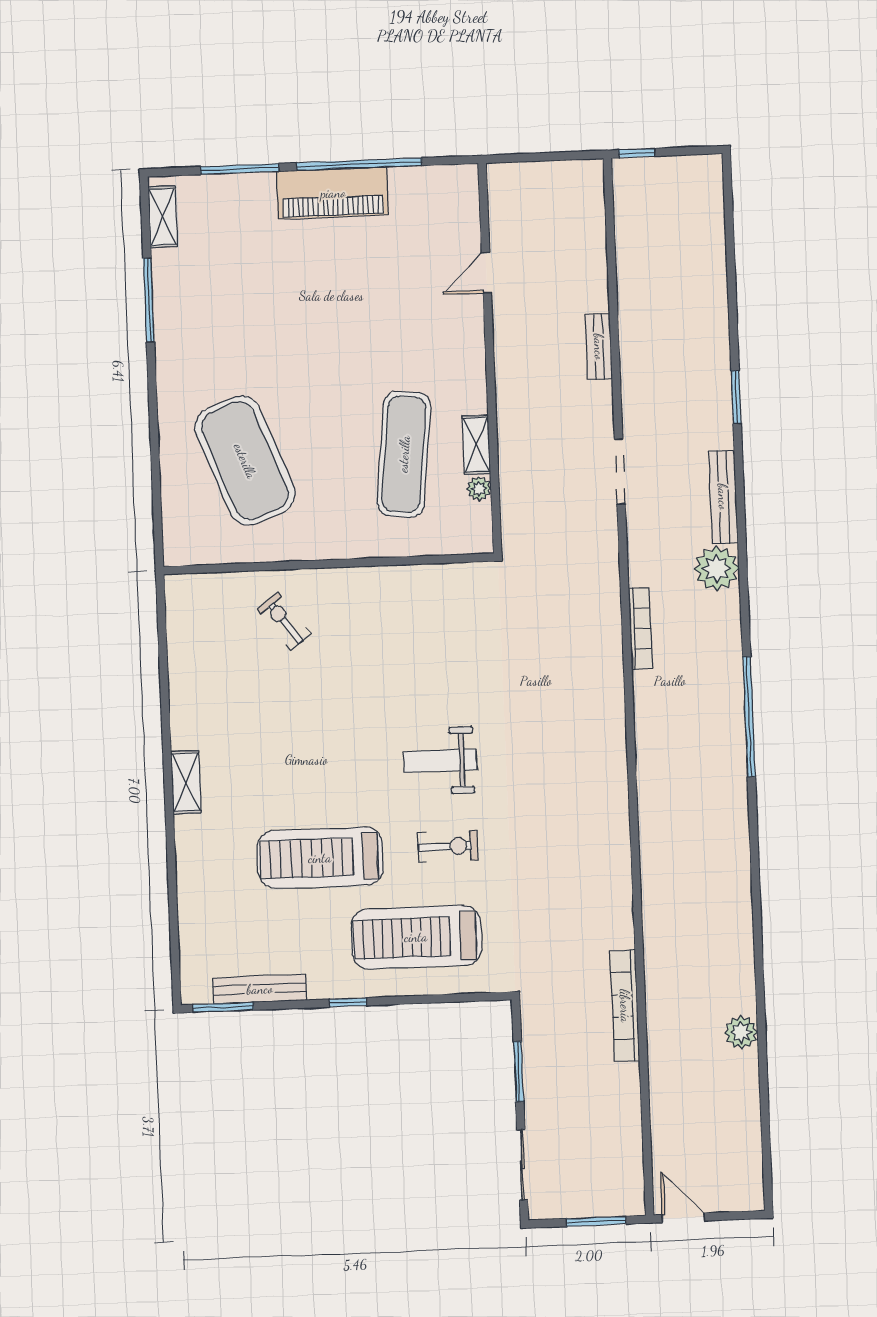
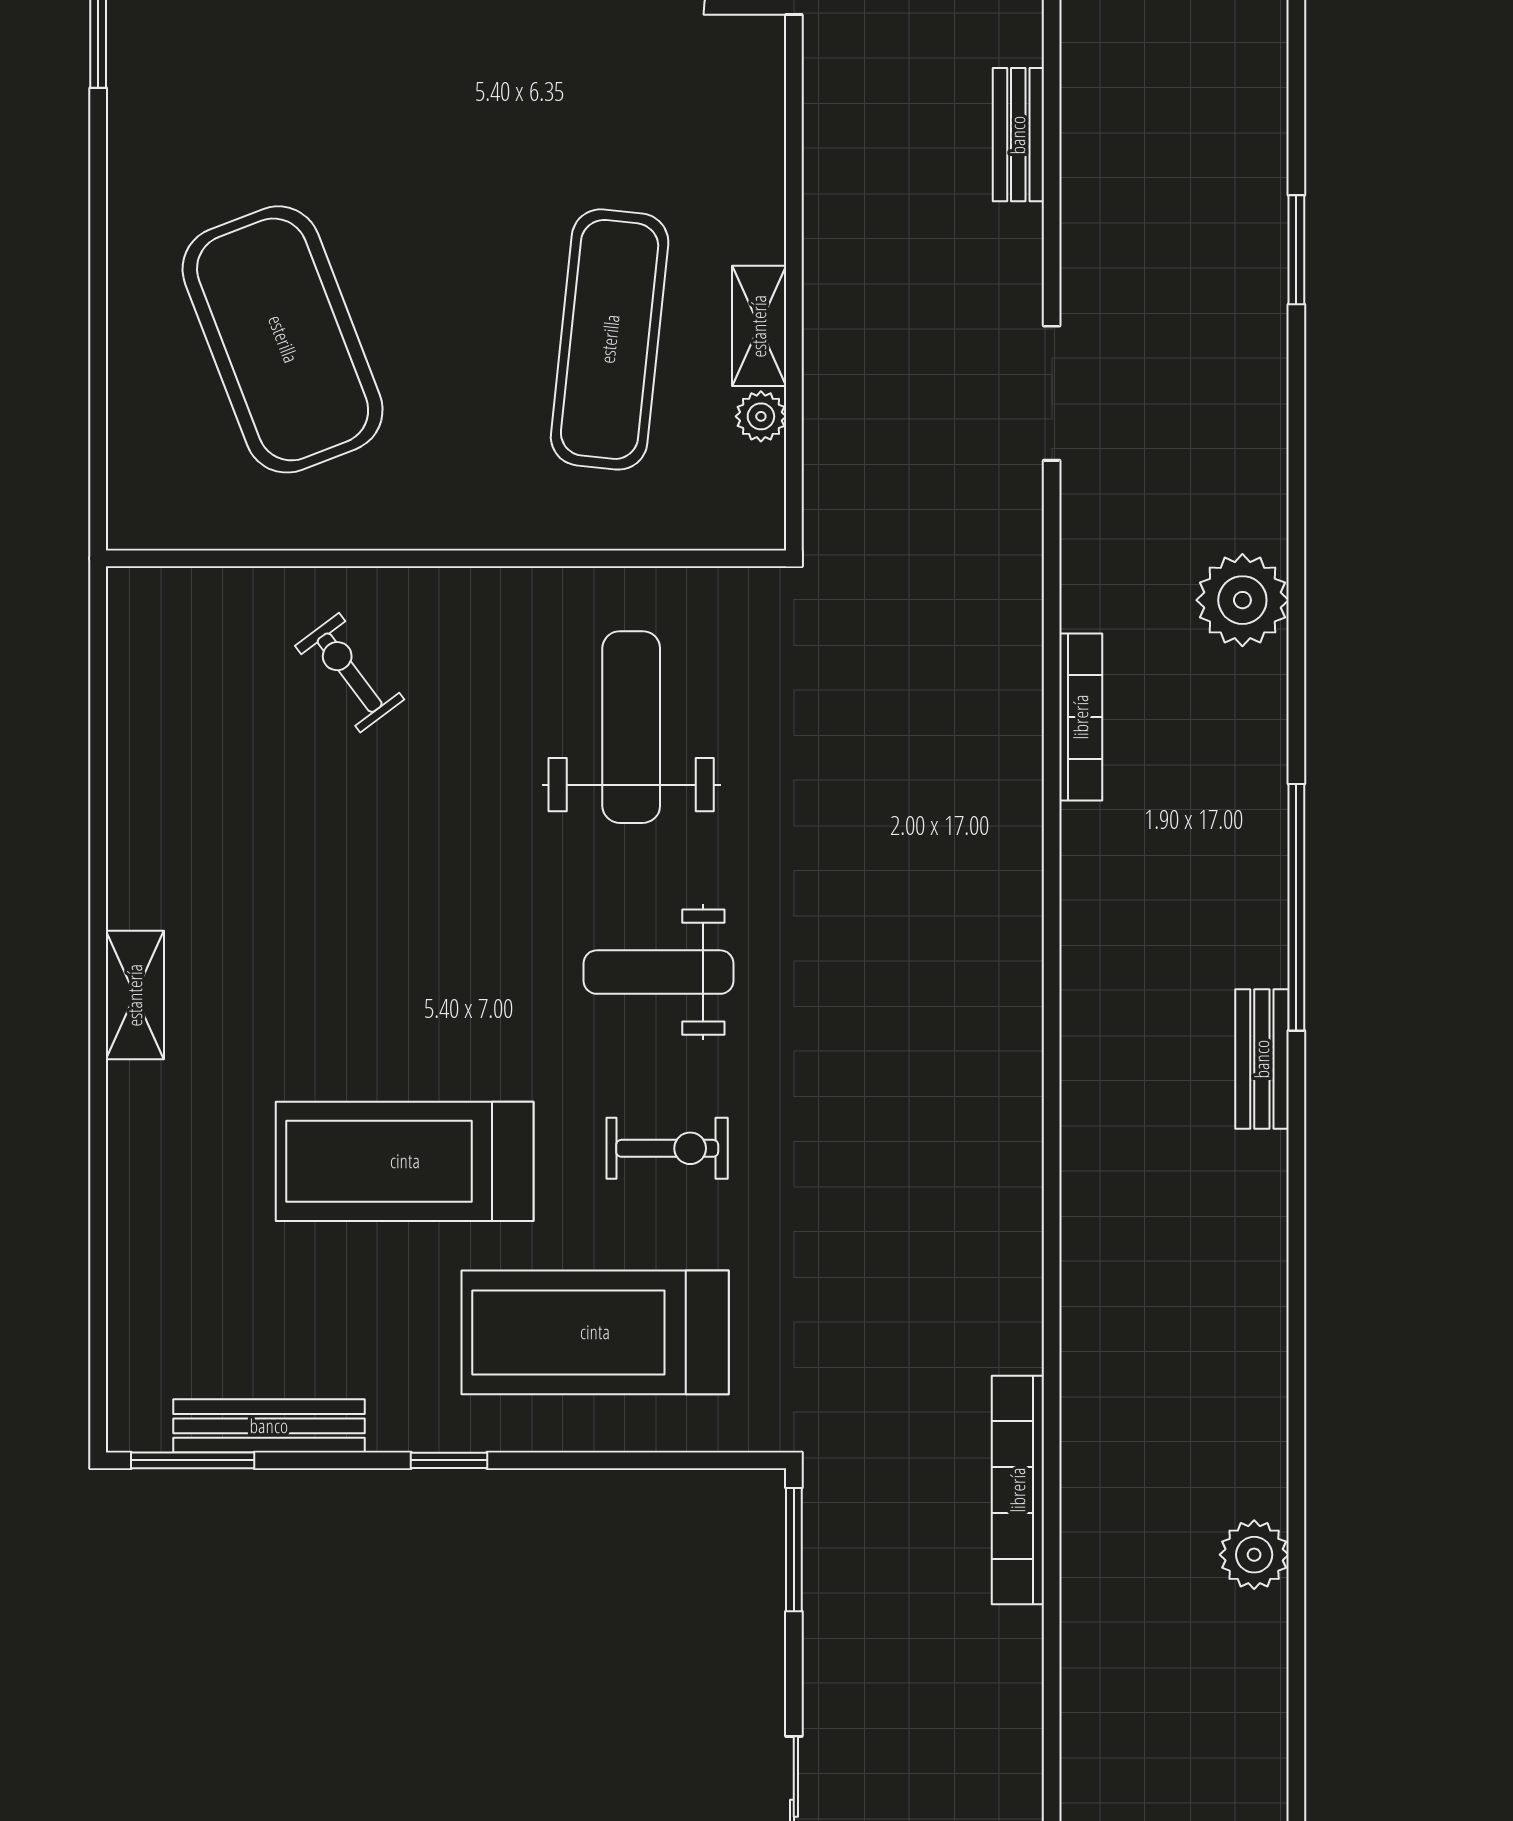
bench: (723, 497) -> (1262, 1059), moved, width x0.73
weight bench: (422, 642) -> (631, 727), added
window: (518, 1072) -> (794, 1550), moved

